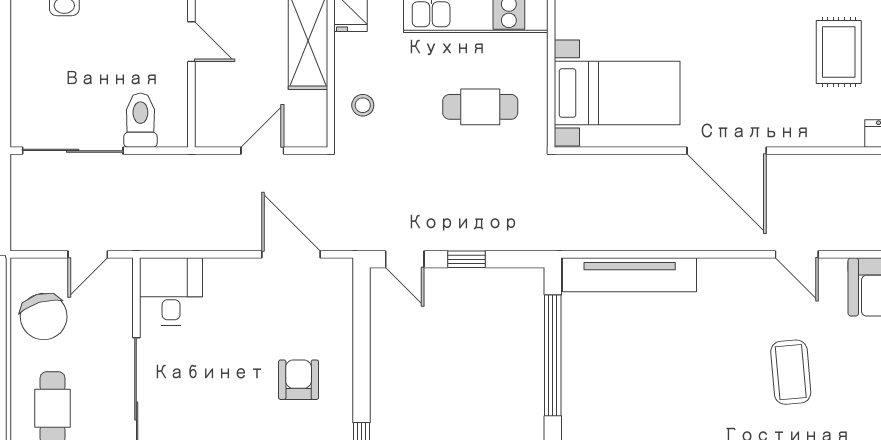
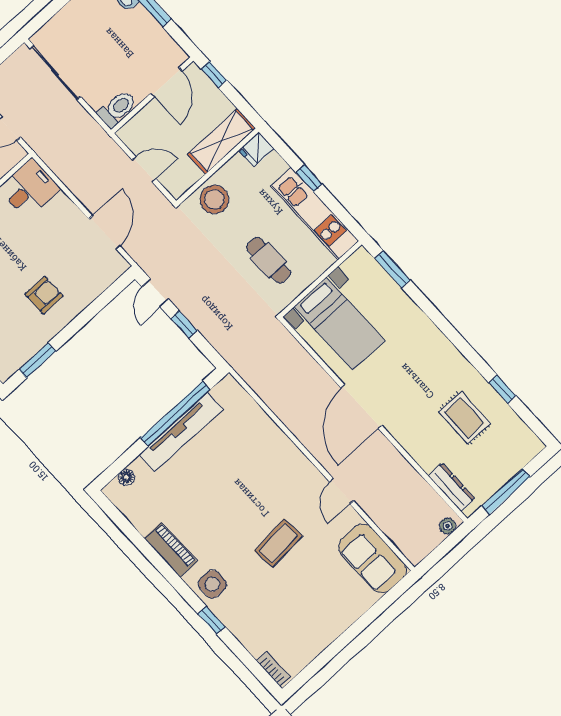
door: (191, 42) -> (167, 82), width x1.38
rug: (839, 52) -> (464, 418), turned 90
stool: (363, 105) -> (214, 199), width x1.89, depth x1.89
toilet: (140, 120) -> (117, 109), moved
tv unit: (630, 275) -> (181, 432), moved, turned -90

